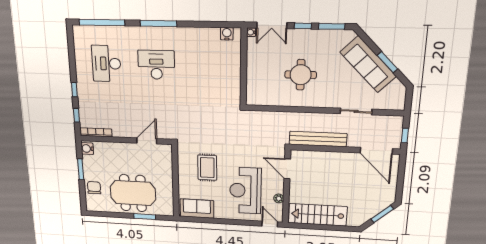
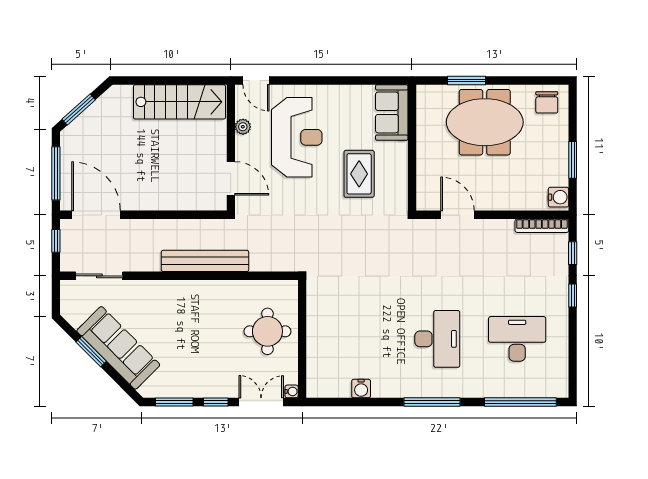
water cooler: (227, 34) -> (361, 389), moved
desk: (106, 64) -> (517, 339), turned -90
desk: (156, 65) -> (437, 339), turned -90
round table: (301, 75) -> (267, 331), moved
sliding door: (356, 111) -> (99, 276), moved
bench: (318, 139) -> (205, 261), moved
door: (147, 141) -> (458, 215), swing flipped
window: (401, 177) -> (56, 173), added
chair: (94, 188) -> (547, 102), moved
sofa: (197, 209) -> (392, 112), moved, turned 90

